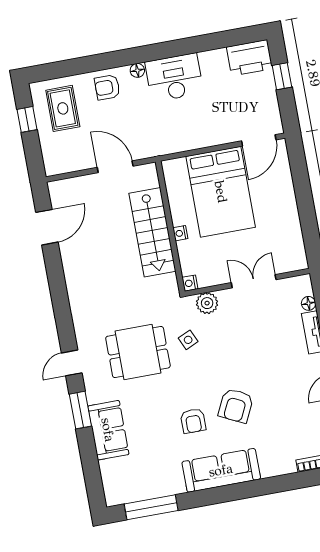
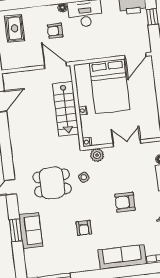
armchair: (107, 87) -> (55, 31), moved
door: (115, 167) -> (55, 65), moved
armchair: (236, 406) -> (125, 202), moved, turned 64
window: (80, 410) -> (16, 230), moved
sofa: (221, 470) -> (122, 257), moved

